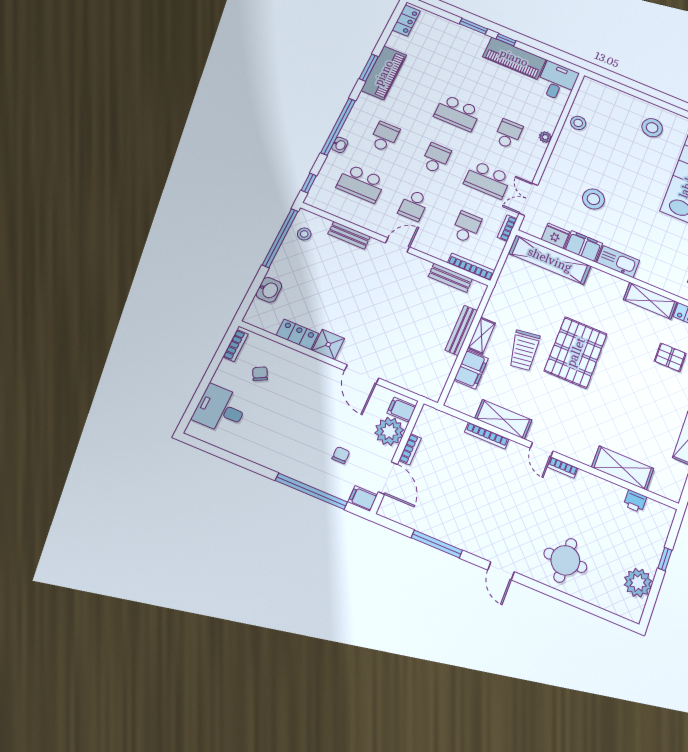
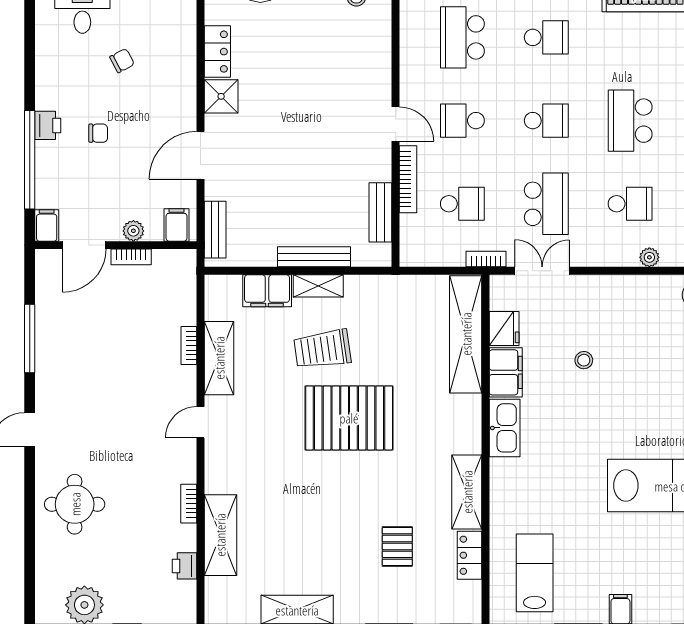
school desk: (488, 180) -> (546, 204), turned 180
stool: (593, 199) -> (584, 360), width x0.53, depth x0.53
bench: (349, 235) -> (215, 230), moved
bookcase: (471, 267) -> (408, 179), moved
chair: (260, 374) -> (122, 61), moved
plant: (389, 431) -> (133, 231), width x0.53, depth x0.53
bookcase: (487, 436) -> (189, 346), width x0.64
chair: (341, 455) -> (98, 133), moved
bookcase: (563, 467) -> (189, 504), moved
printer: (293, 469) -> (48, 125), added

